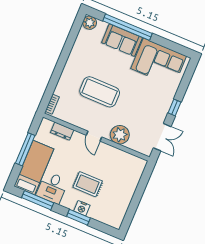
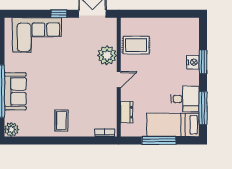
corner sofa: (159, 62) -> (37, 35), moved, turned 90
coffee table: (100, 92) -> (61, 121), moved, width x0.54, depth x0.58
rug: (88, 184) -> (136, 45), moved, turned 90

